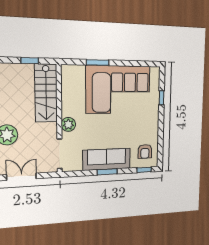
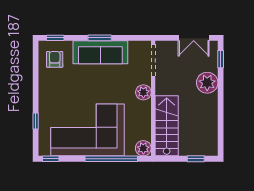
window: (30, 61) -> (196, 159), moved
window: (98, 62) -> (111, 159), width x2.11
window: (150, 64) -> (51, 159), added
plant: (68, 72) -> (143, 148), added

